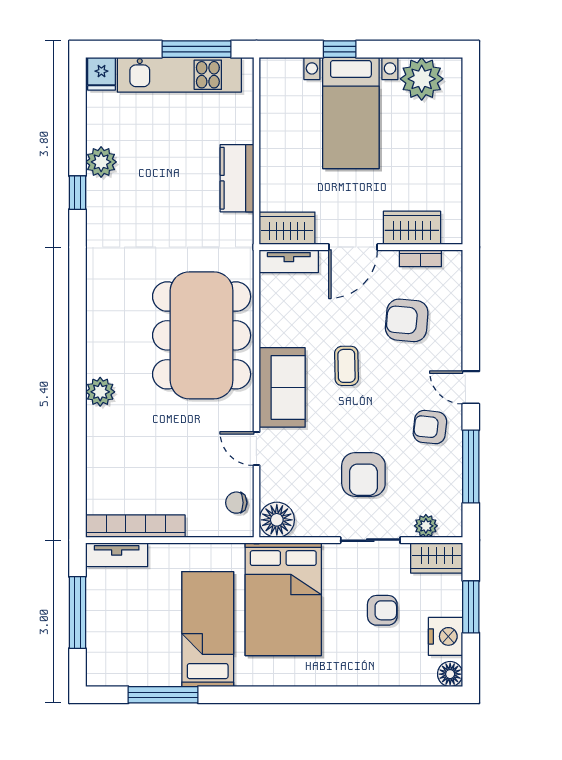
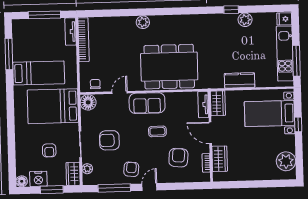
bed with nightstands: (351, 113) -> (269, 114), moved

